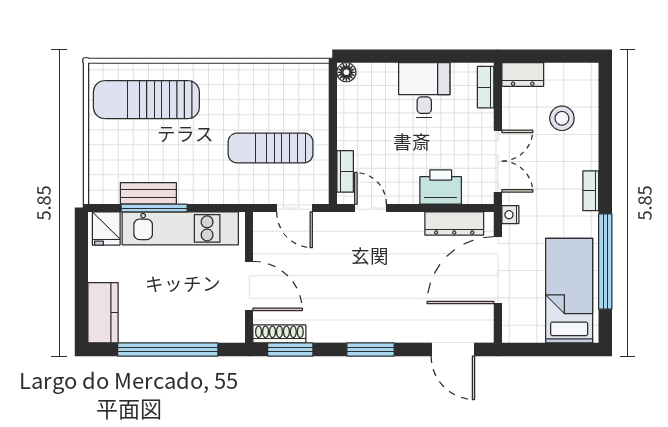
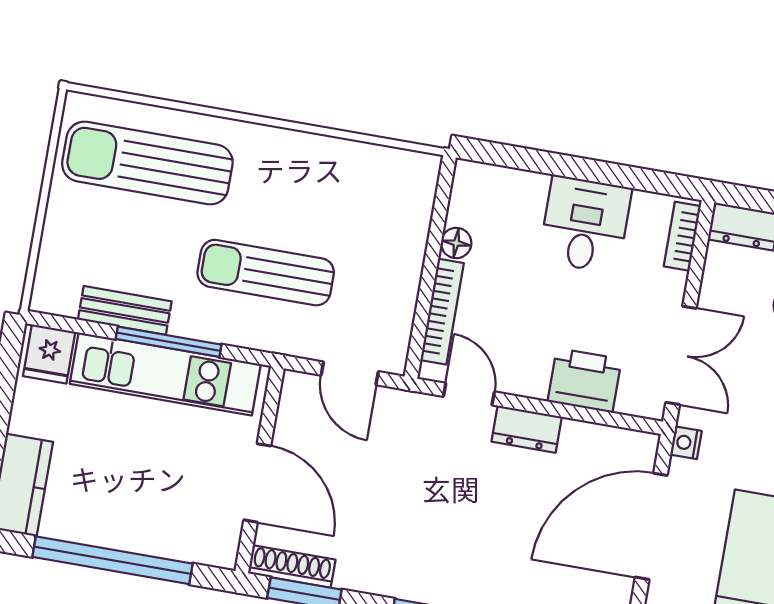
floor lamp: (346, 72) -> (456, 243), moved
sun lounger: (271, 148) -> (266, 273), moved
bookcase: (345, 171) -> (442, 312), width x1.56
window: (154, 208) -> (169, 342), moved
dresser: (454, 224) -> (527, 429), moved, width x0.70

